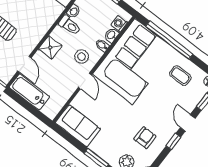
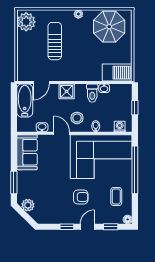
washbasin: (111, 35) -> (42, 127), moved
door: (85, 81) -> (62, 133), swing flipped
armchair: (145, 138) -> (81, 197), moved

